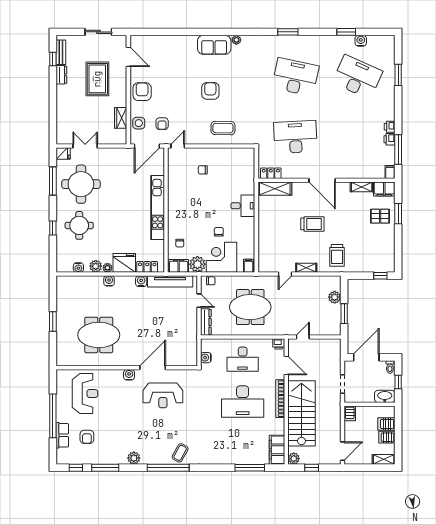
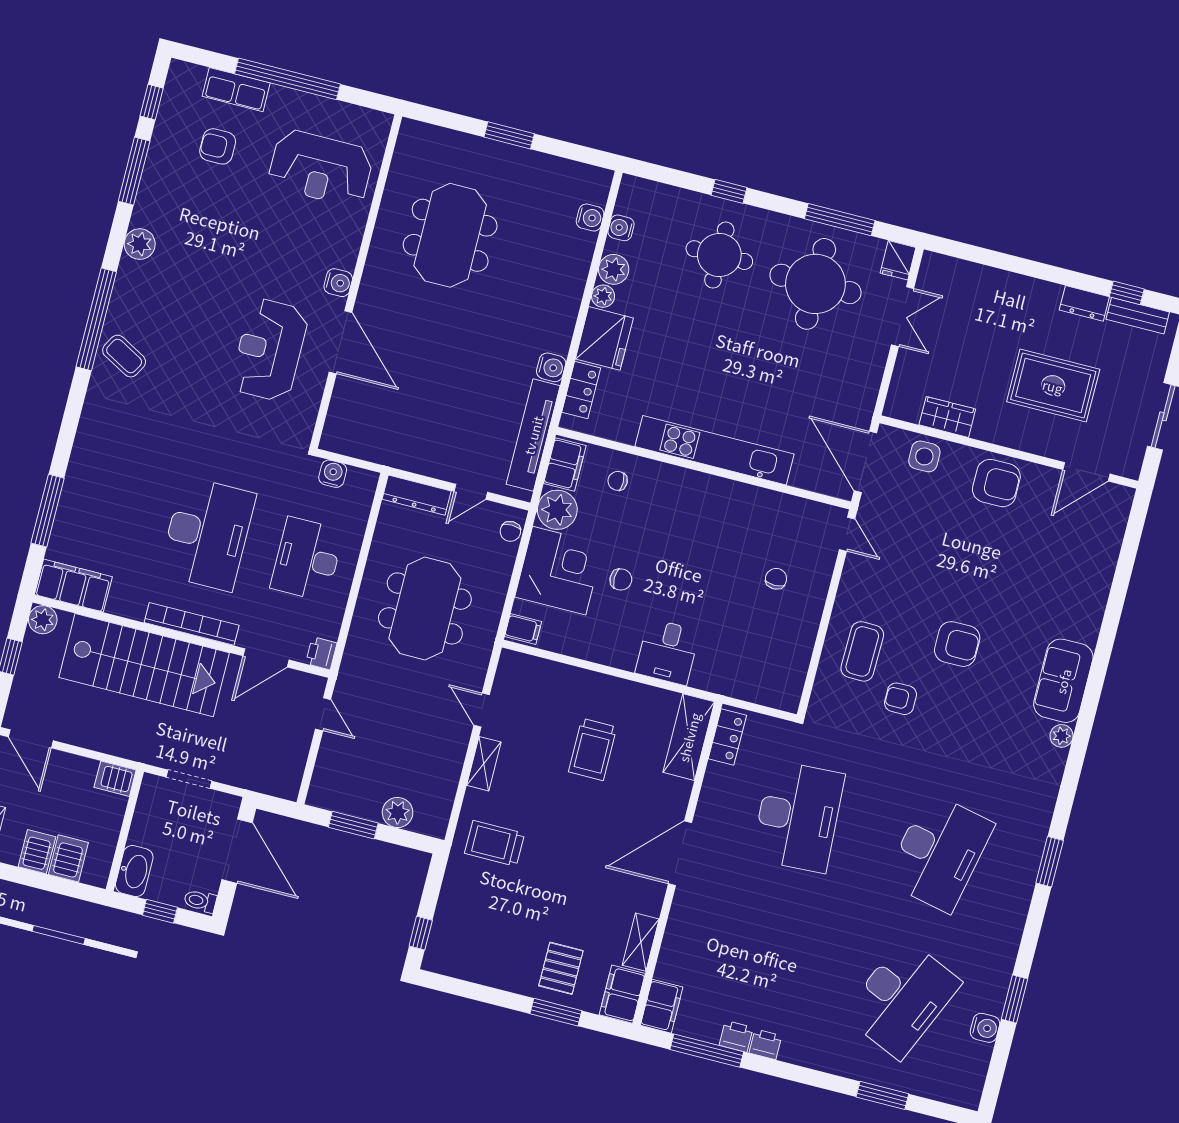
armchair: (162, 124) -> (901, 699), moved
filing cabinet: (390, 172) -> (662, 1006), width x2.00
trolley: (312, 224) -> (593, 749), moved
water cooler: (109, 281) -> (590, 218), moved
desk: (243, 401) -> (207, 534), turned 180

